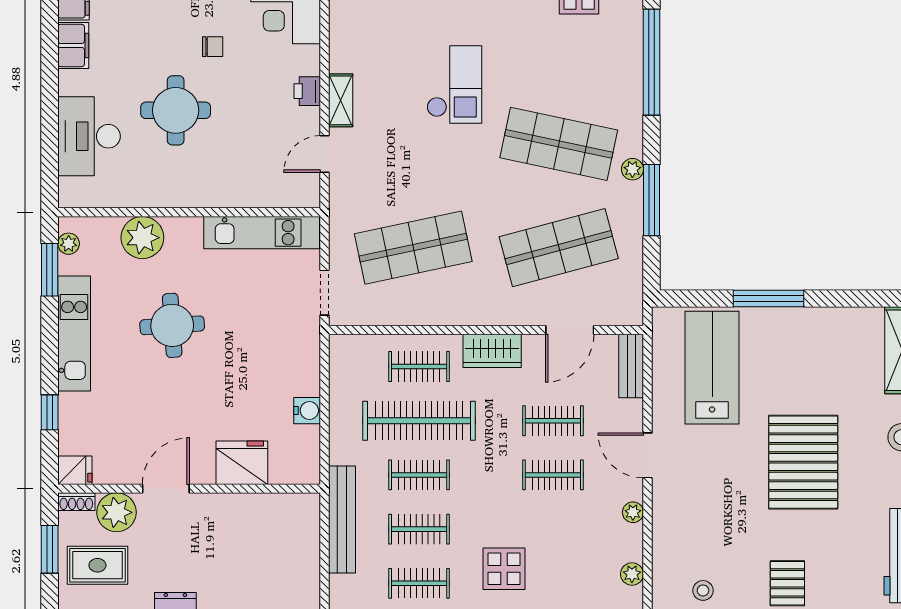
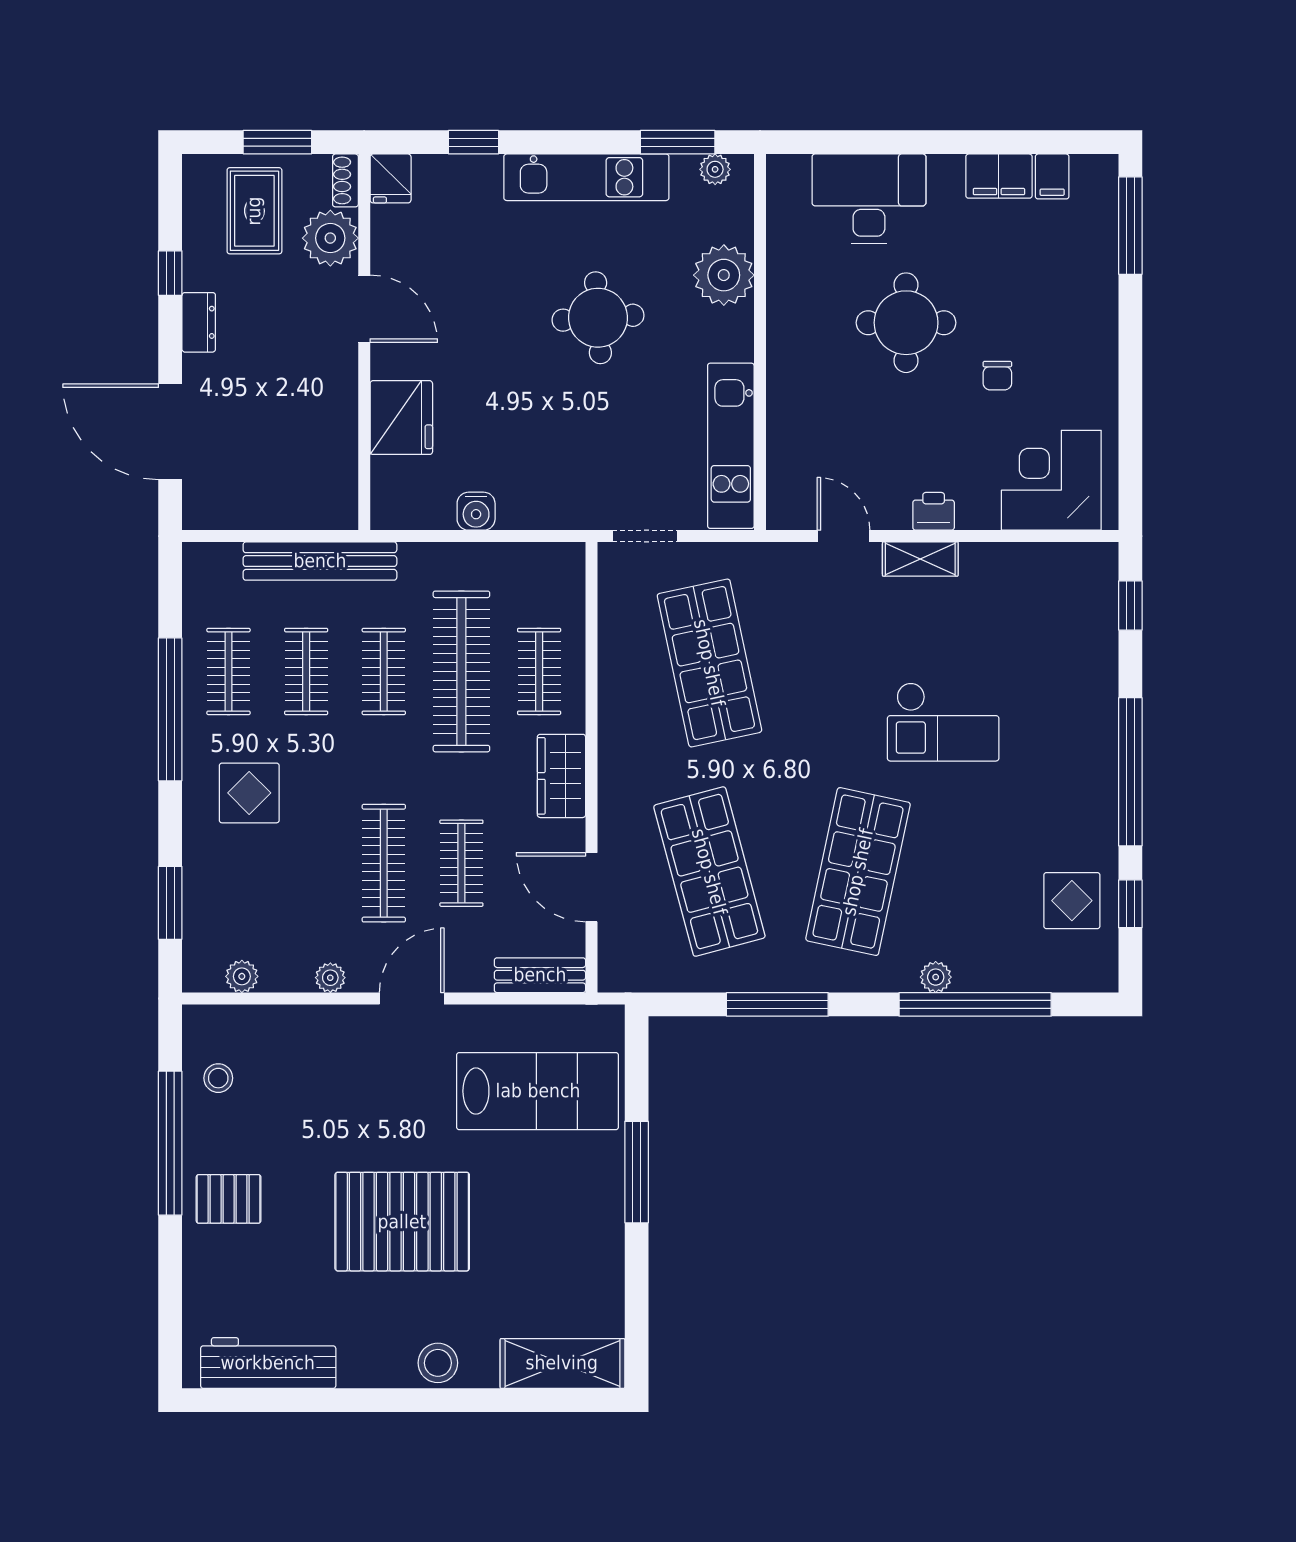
plant: (632, 169) -> (936, 977), moved
clothes rail: (553, 475) -> (384, 863), width x1.36

